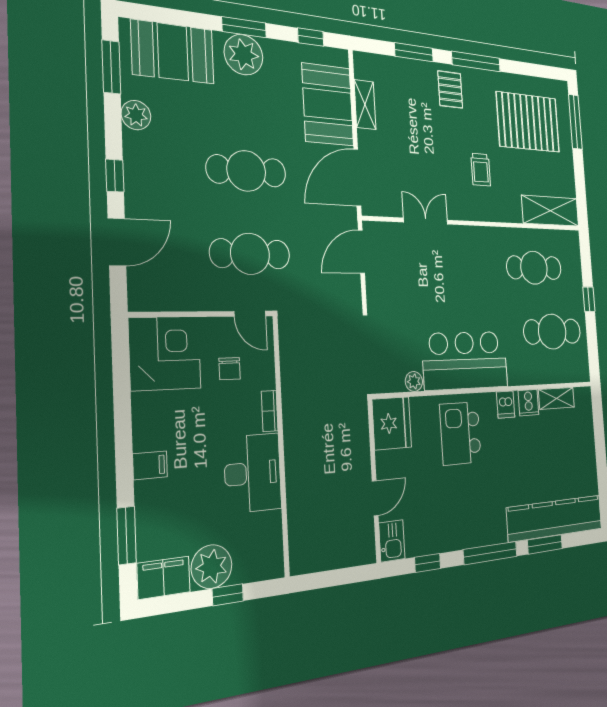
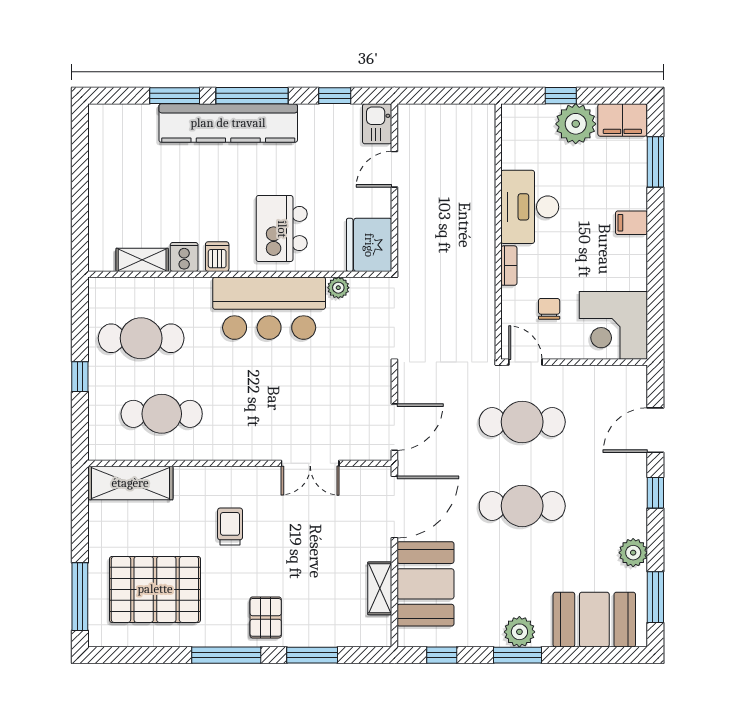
plant: (244, 55) -> (519, 632), width x0.73, depth x0.73
kitchen island: (461, 433) -> (282, 229), turned 180
kitchen counter: (555, 518) -> (228, 123), moved

